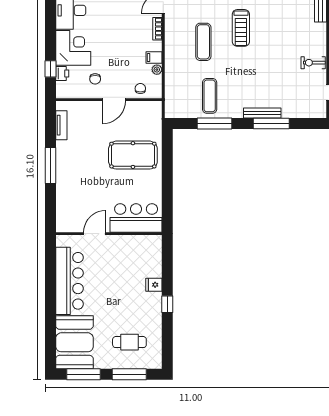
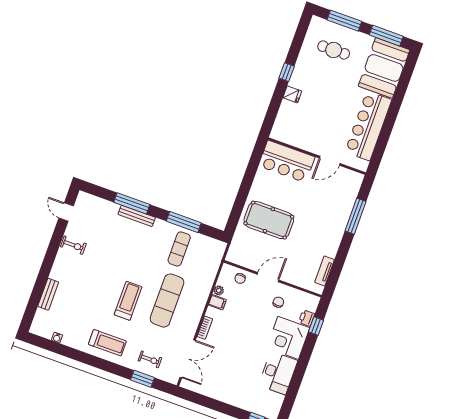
exercise mat: (203, 42) -> (167, 300), width x1.36, depth x1.45
window: (50, 166) -> (355, 216), moved

